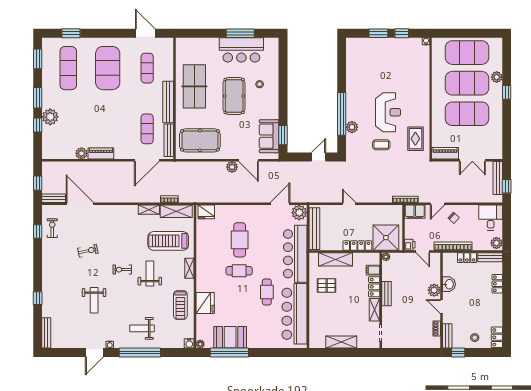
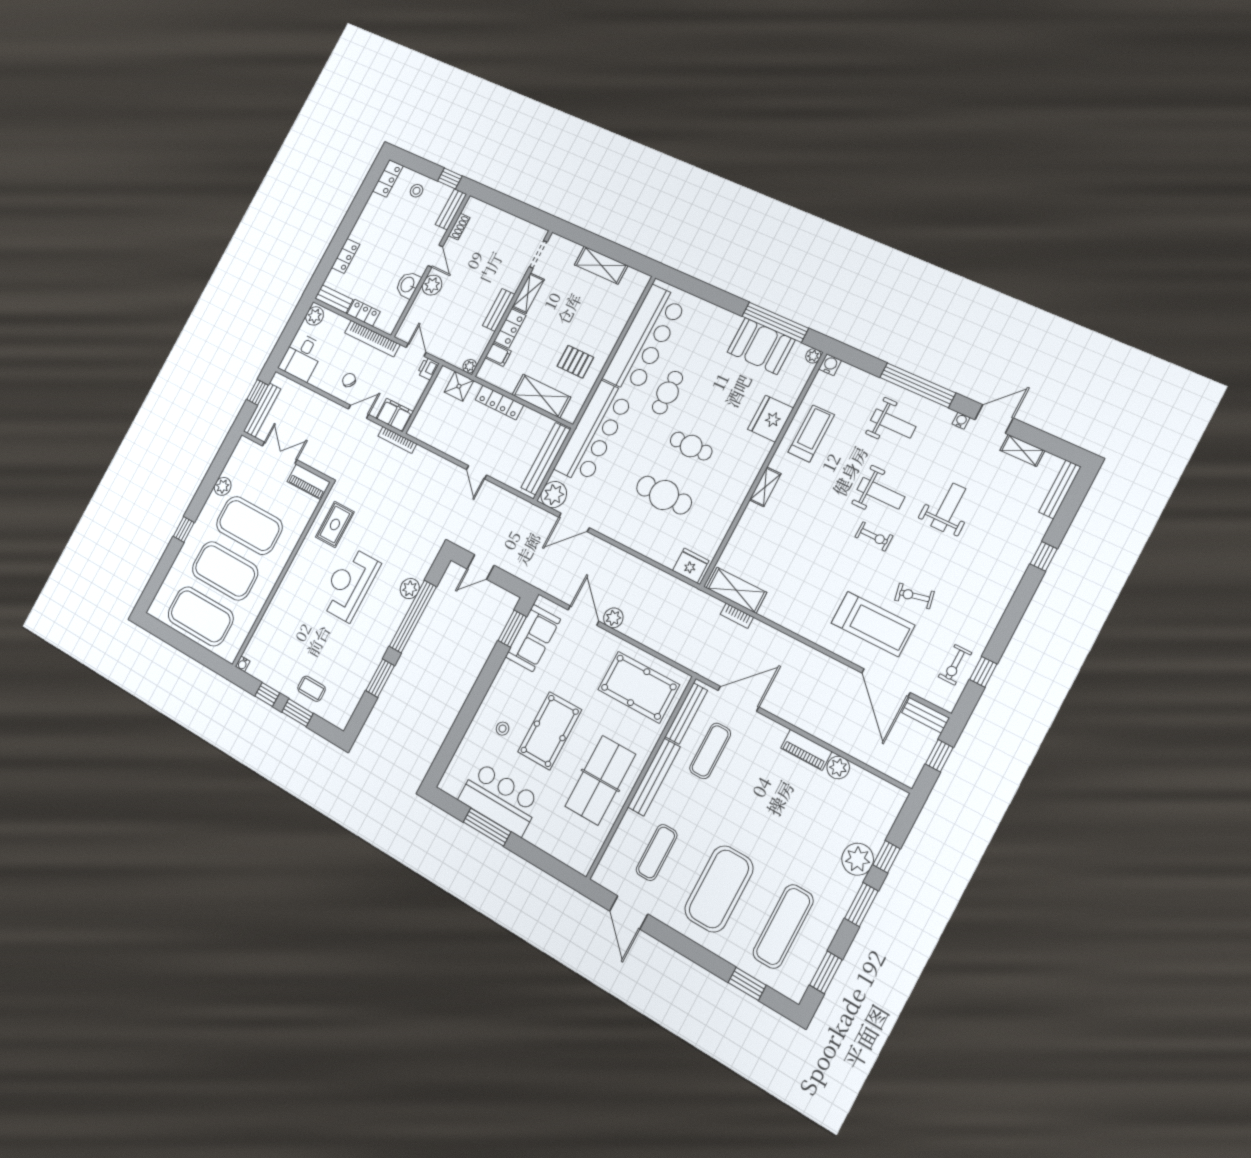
window: (342, 74) -> (380, 678), added
plant: (497, 77) -> (223, 486), moved
coffee table: (381, 145) -> (311, 689), moved
shelving: (149, 210) -> (1022, 450), moved
shower: (386, 238) -> (459, 386), width x0.54, depth x0.54
cafe table: (240, 240) -> (664, 495), turned 90
treadmill: (168, 241) -> (873, 624), moved
weight bench: (150, 273) -> (881, 493), moved, turned -90

